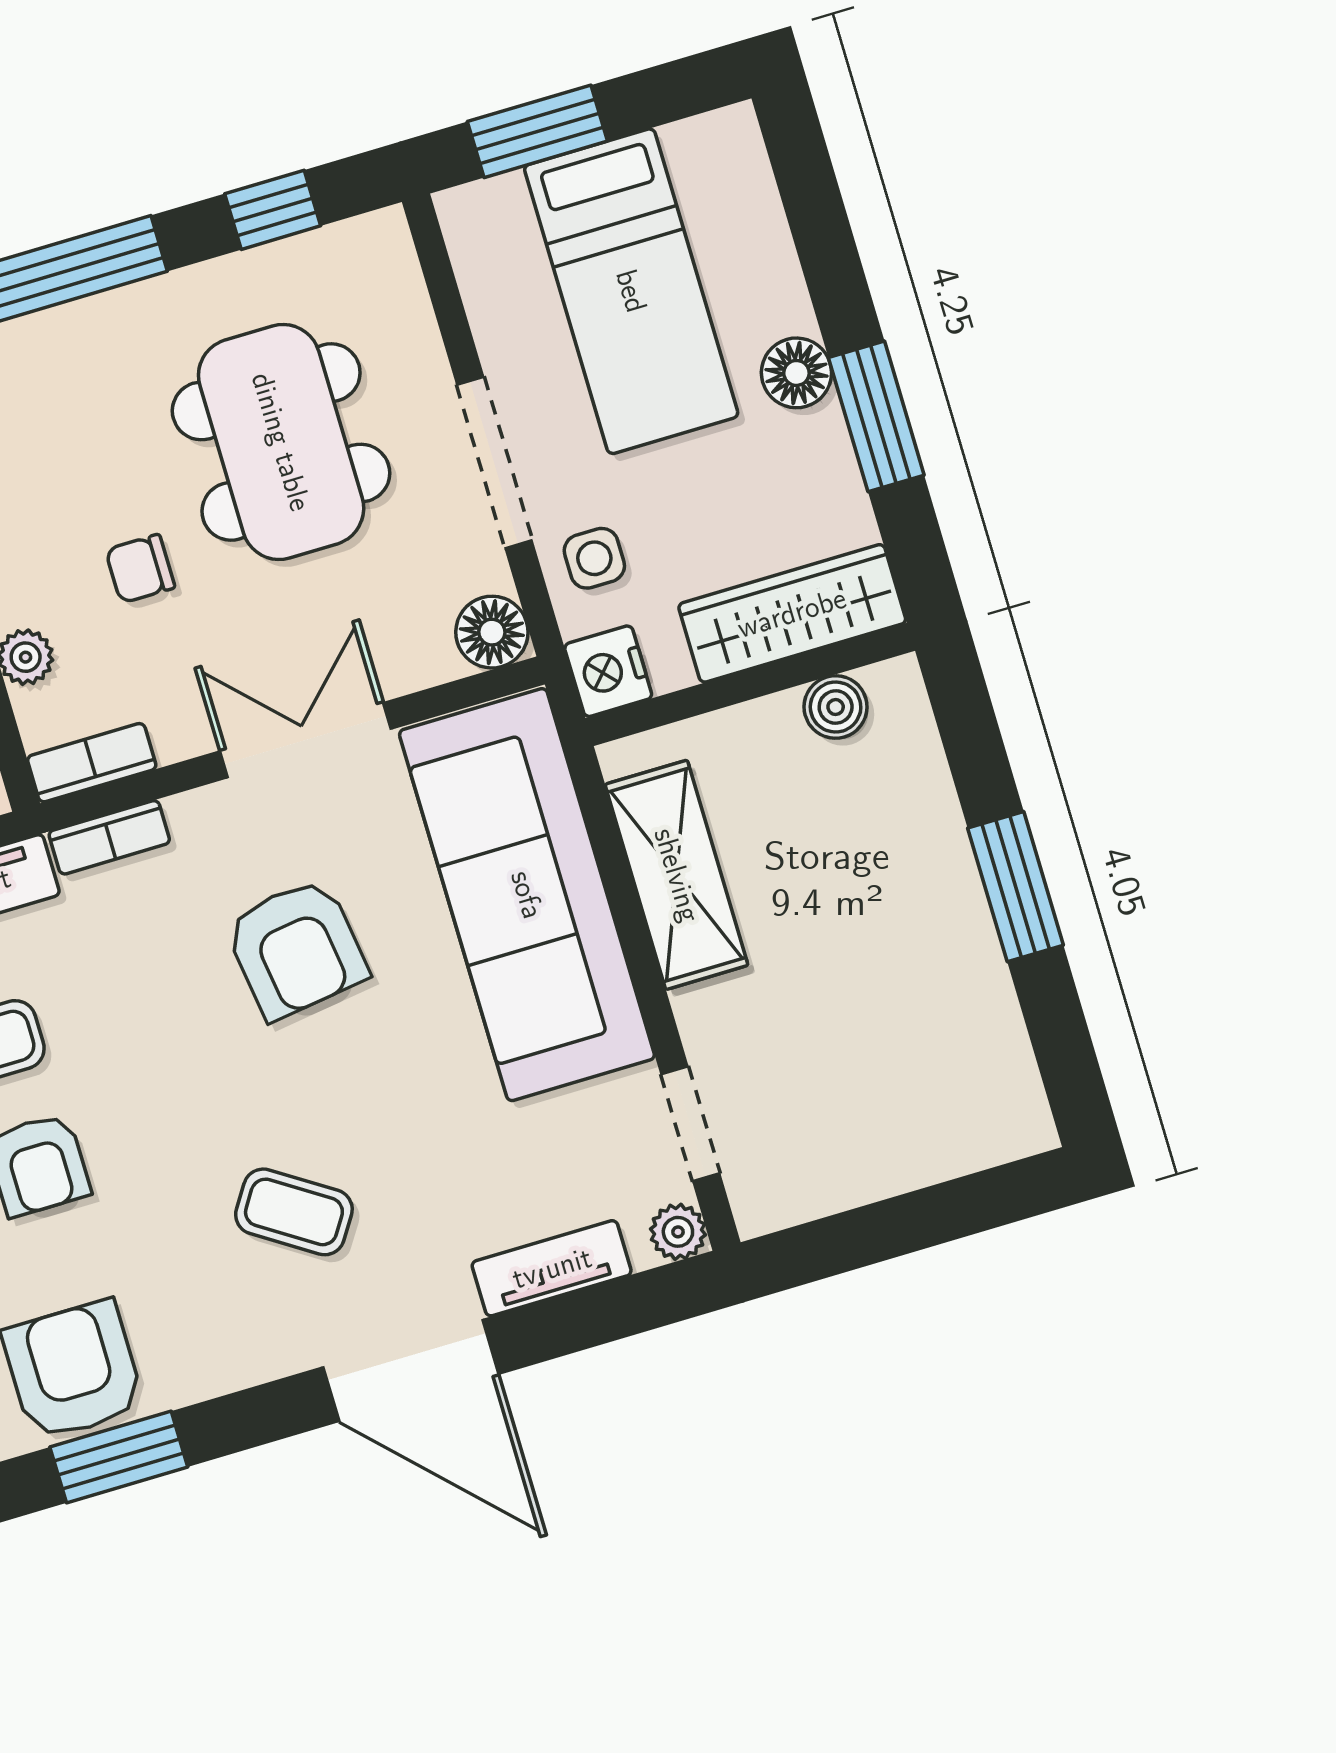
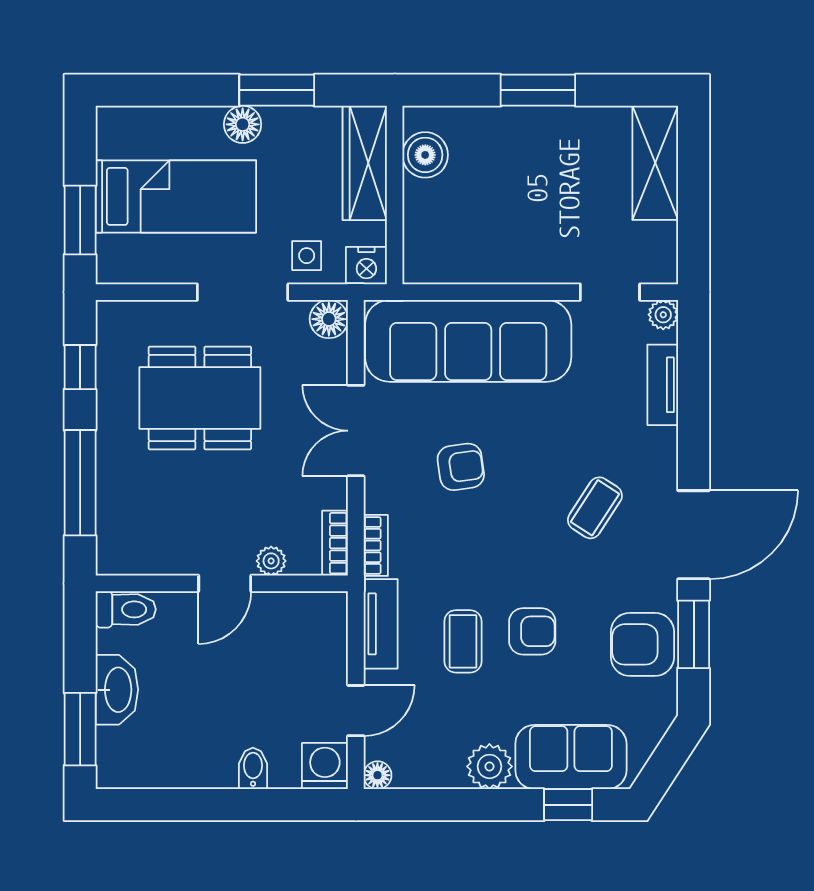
chair: (140, 569) -> (243, 489), removed
boiler: (836, 707) -> (425, 155), width x1.36, depth x1.36
shelving: (677, 875) -> (655, 163), moved, turned 90
armchair: (296, 949) -> (461, 467), width x0.72, depth x0.72
door: (411, 1371) -> (694, 535), moved

